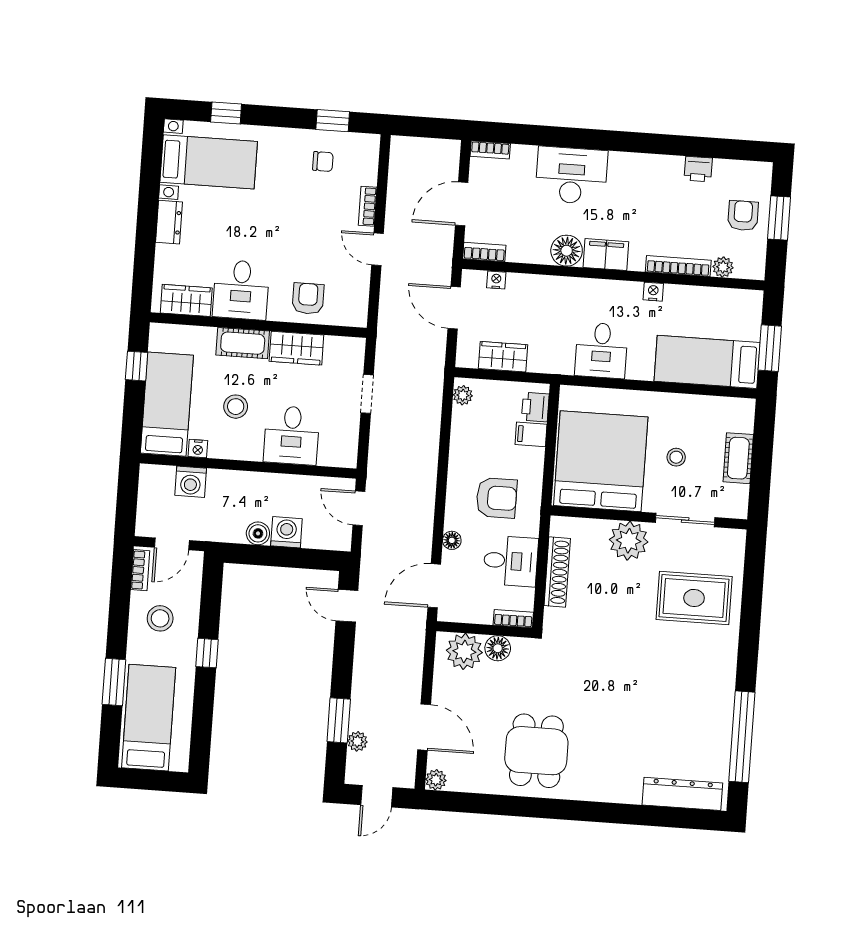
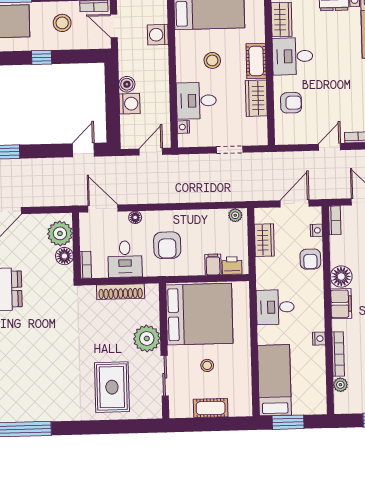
armchair: (537, 293) -> (310, 259), added
nightstand: (198, 449) -> (183, 127), moved

